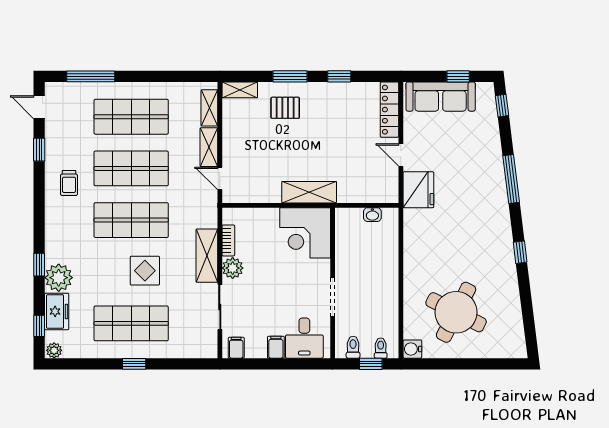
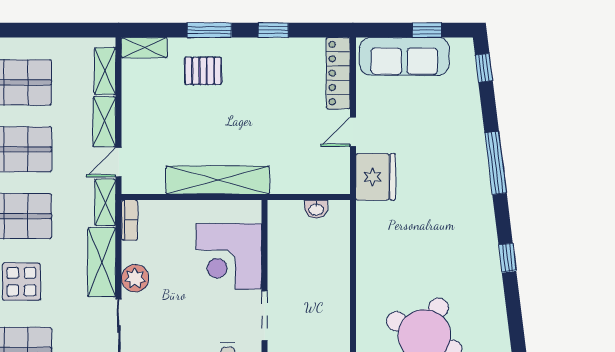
door: (401, 155) -> (353, 132), hinge flipped
door: (220, 178) -> (119, 162), hinge flipped
shelving: (309, 192) -> (218, 180), width x1.47
shelving: (210, 209) -> (105, 202), added
corner desk: (305, 233) -> (229, 256), moved
bookcase: (228, 240) -> (129, 220), moved

